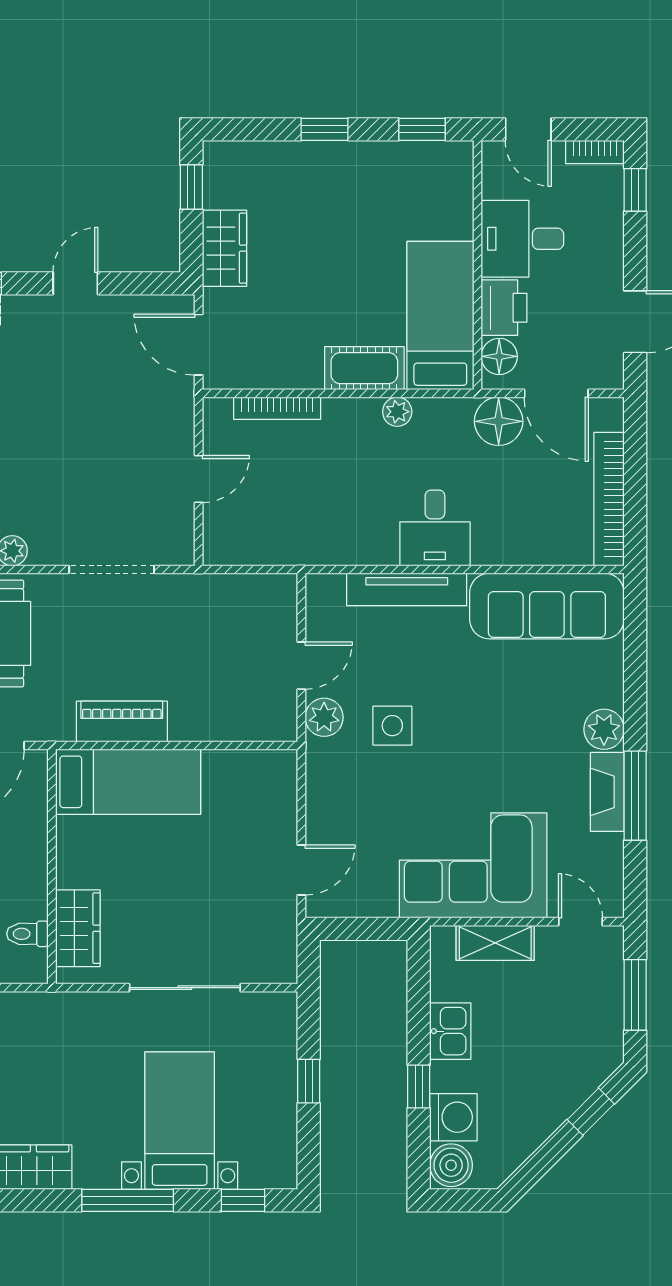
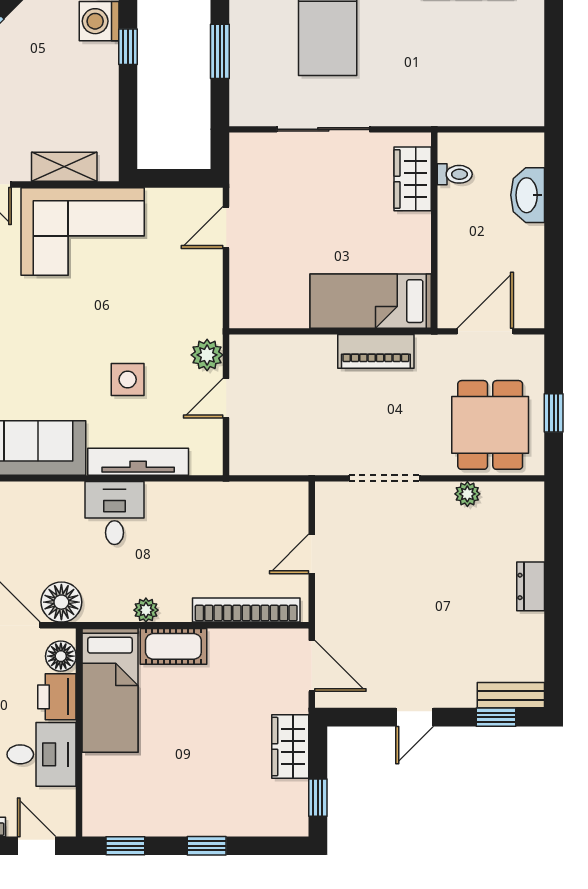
bookcase: (277, 408) -> (246, 610), width x1.48, depth x1.31
side table: (392, 726) -> (128, 379), moved
kitchen sink: (450, 1031) -> (102, 93), removed
window: (309, 1081) -> (220, 51), width x1.50

